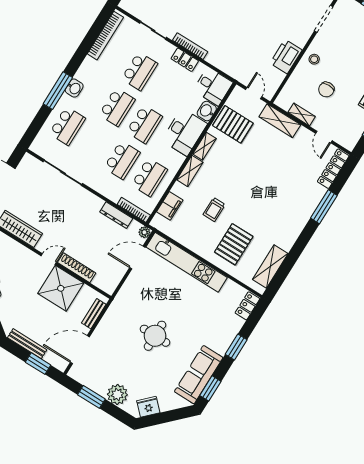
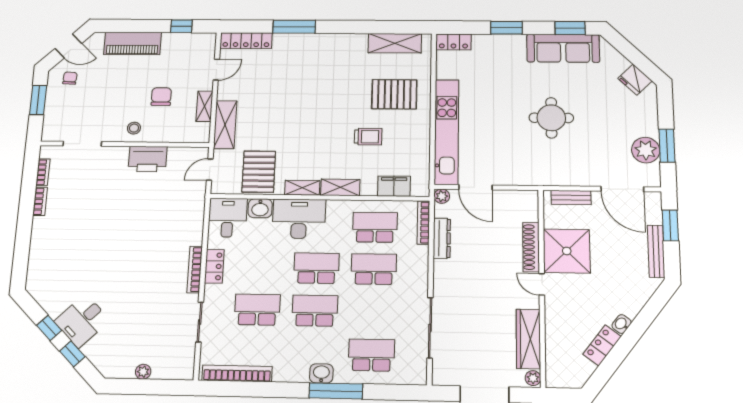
chair: (326, 89) -> (161, 97), turned -90
plant: (117, 394) -> (646, 150), moved

